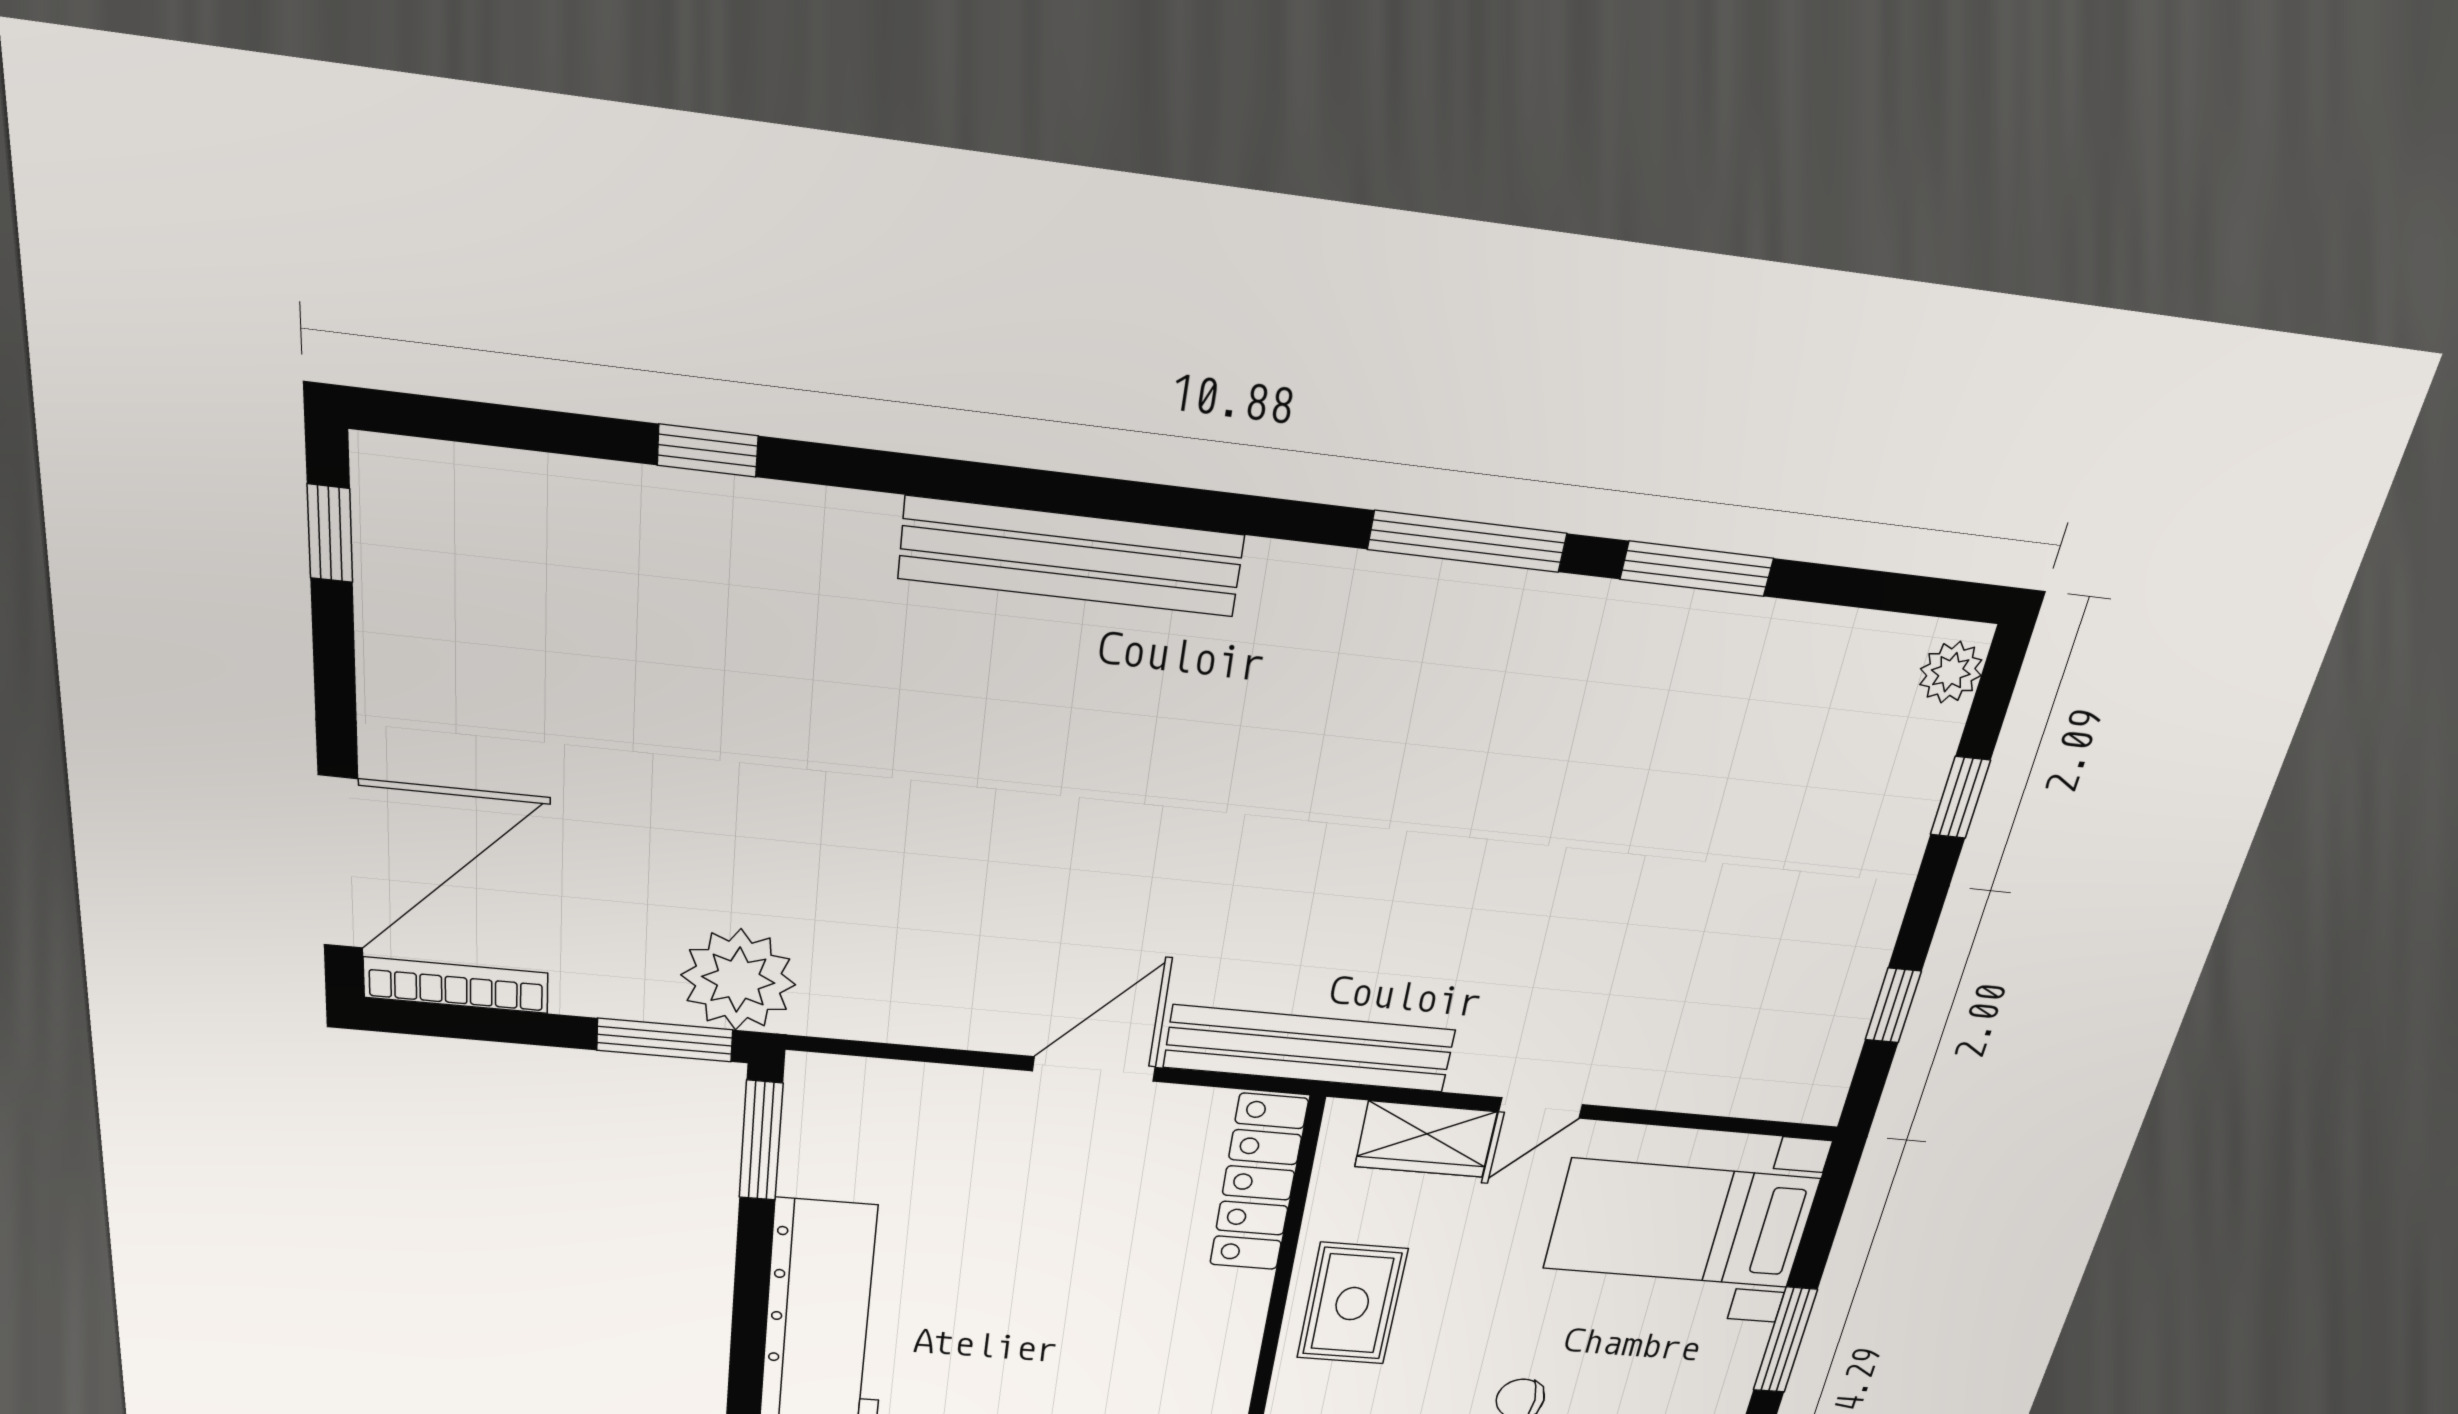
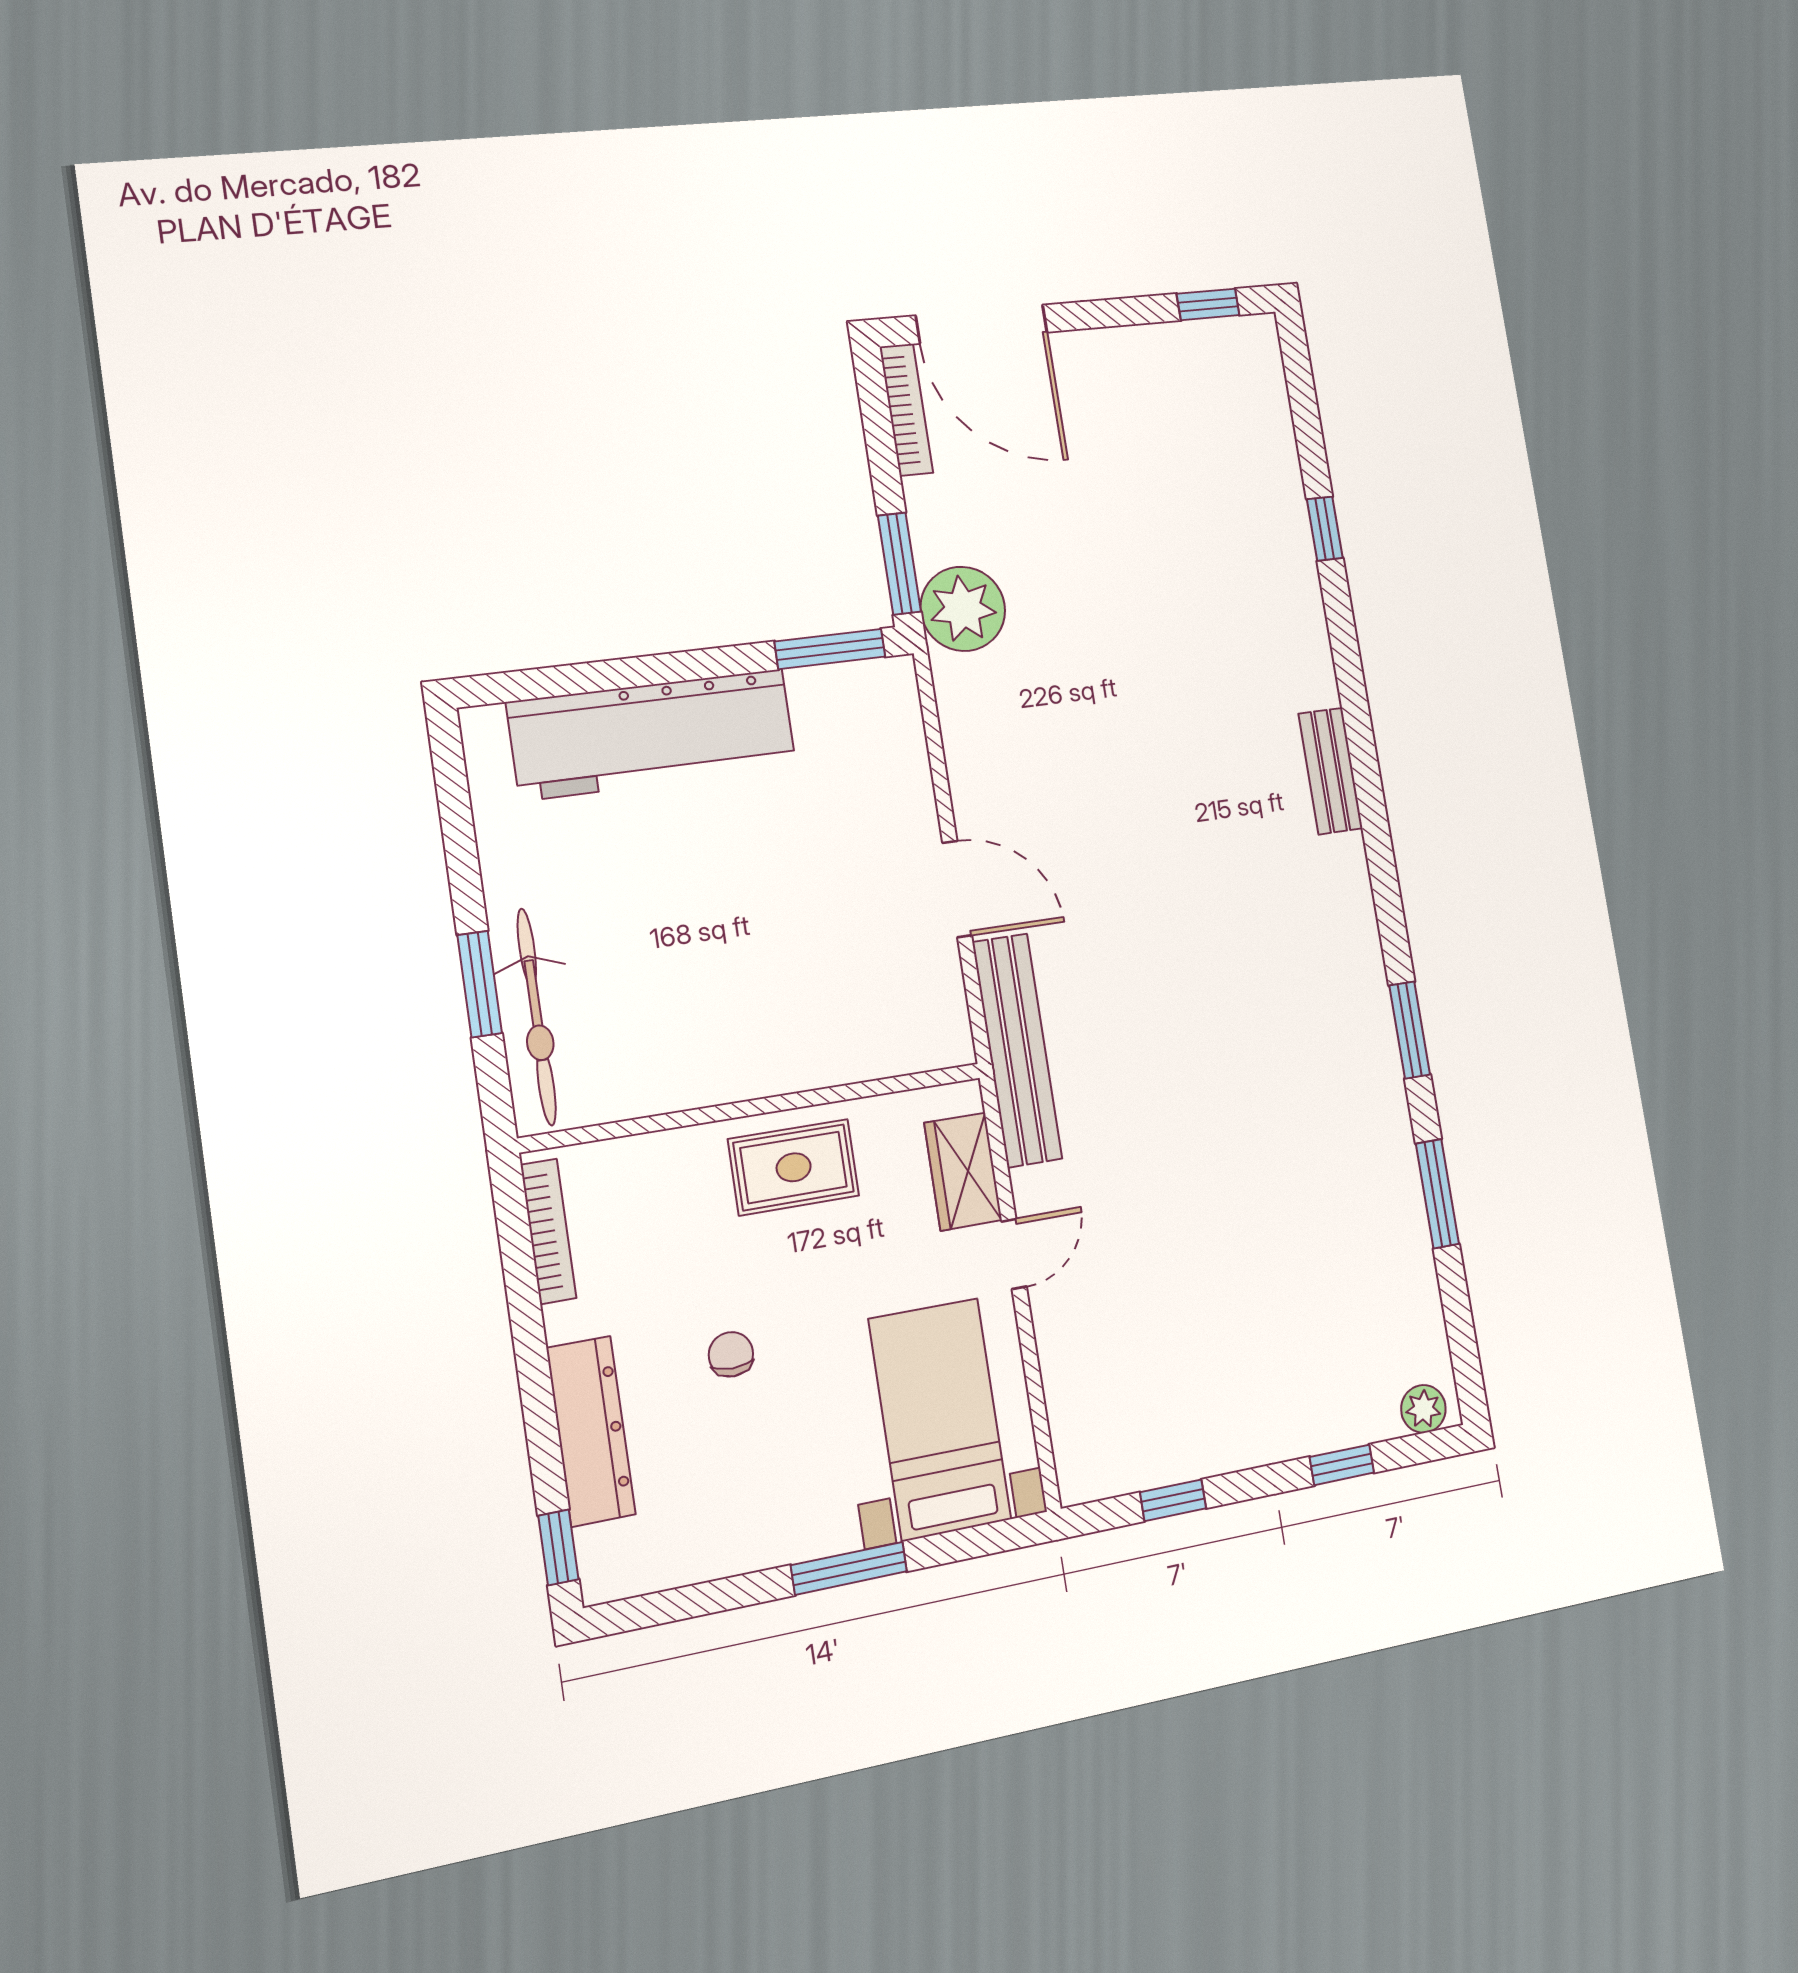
window: (1467, 541) -> (1410, 1030), width x0.69
bench: (1071, 557) -> (1330, 771), width x0.54, depth x0.82
door: (1541, 1108) -> (1014, 1254), swing flipped
locker: (1258, 1183) -> (890, 1049), removed

